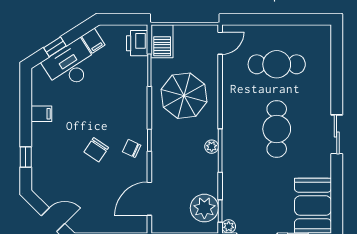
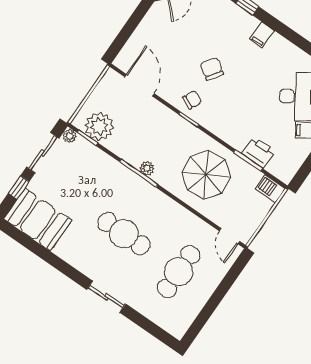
barbecue: (162, 41) -> (270, 189), width x0.73, depth x0.79
printer: (137, 43) -> (259, 152), moved
filing cabinet: (41, 114) -> (262, 35), moved
sliding door: (337, 134) -> (106, 297), moved

